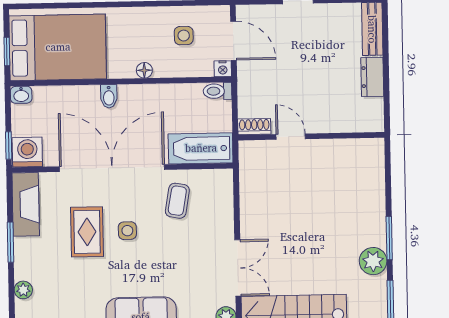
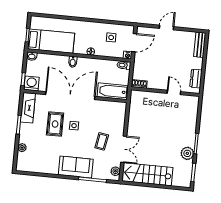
door: (233, 41) -> (134, 43), hinge flipped
bed: (58, 47) -> (51, 41), width x0.67
dresser: (372, 77) -> (196, 79), moved
door: (291, 137) -> (174, 92), moved
coffee table: (177, 201) -> (102, 141), moved

